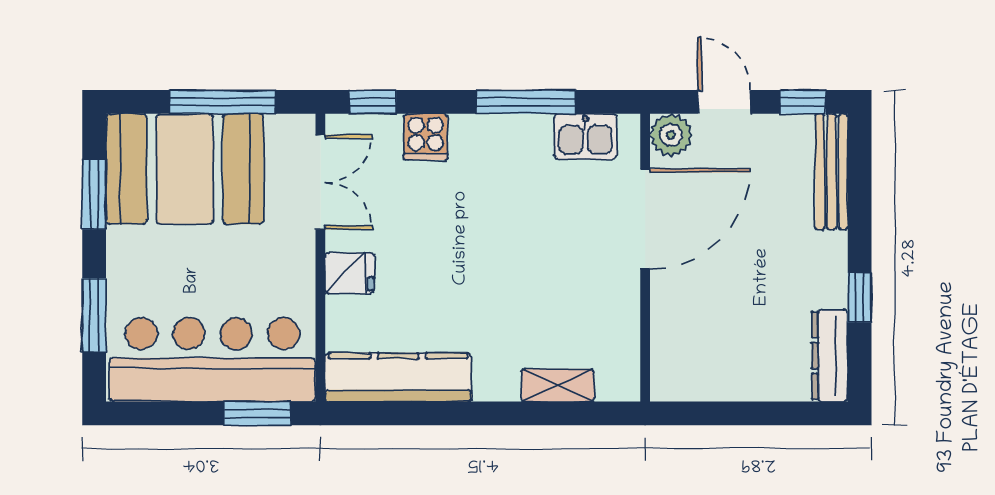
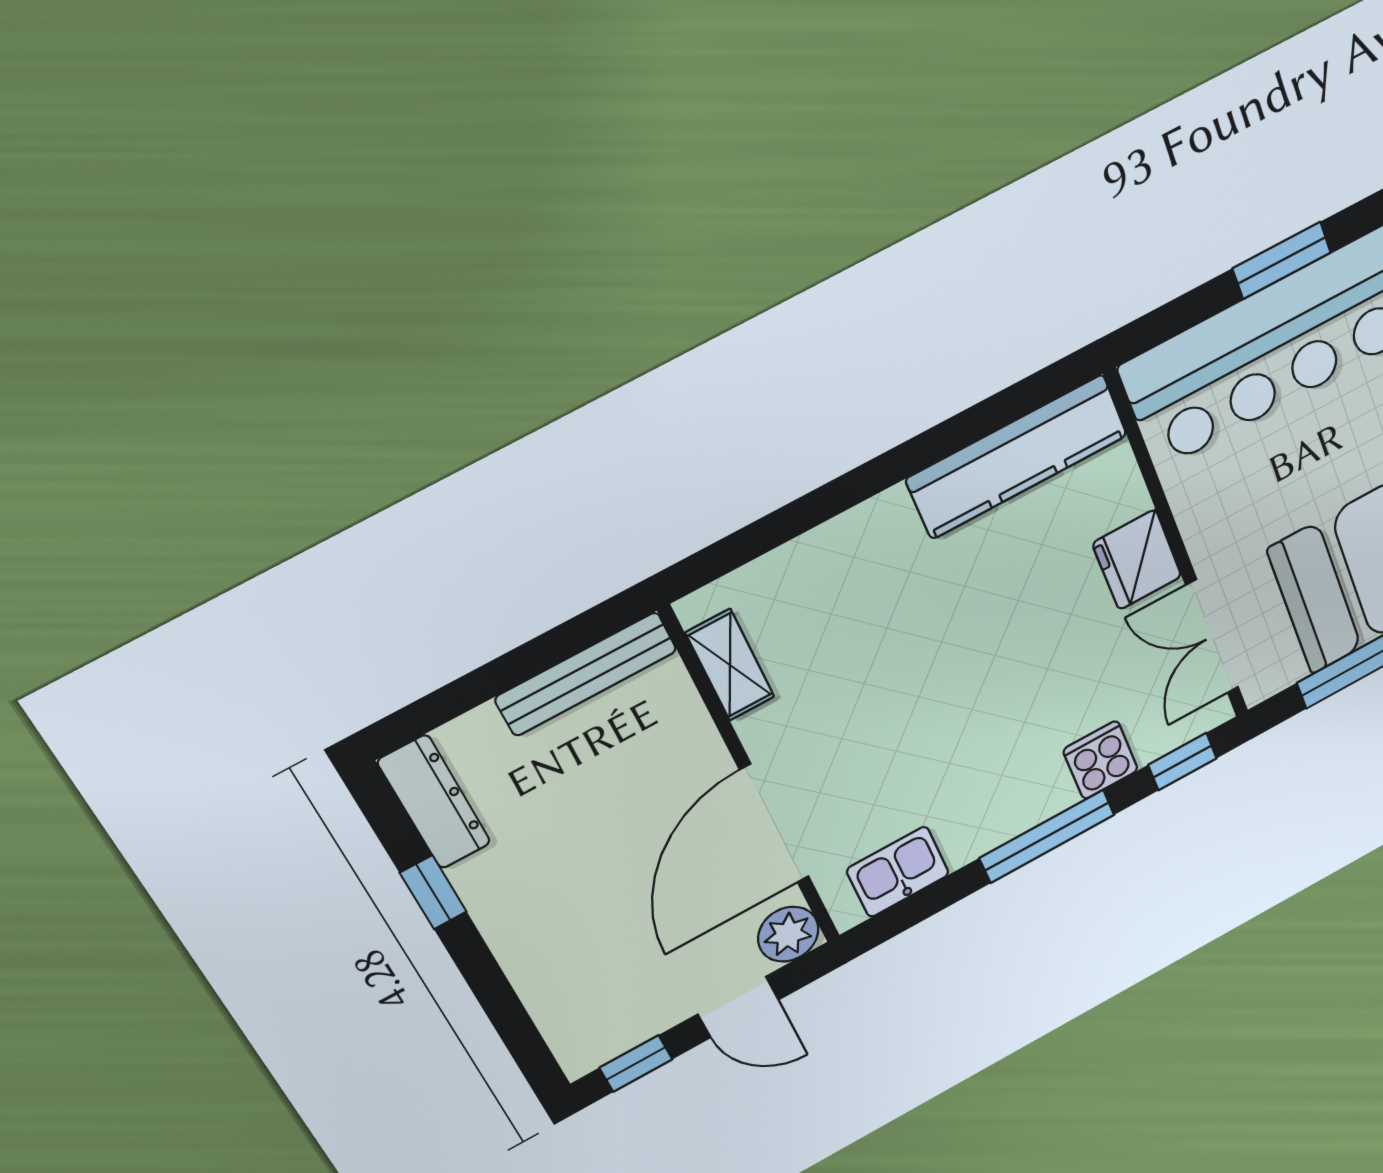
window: (526, 102) -> (1047, 836), moved
bench: (832, 172) -> (586, 674), moved, turned 90
fridge: (349, 273) -> (1137, 560), width x1.38
shelving: (558, 385) -> (730, 665), moved, turned 90
window: (258, 413) -> (1282, 260), moved

